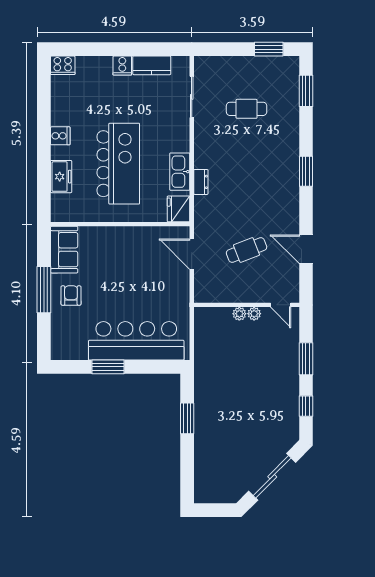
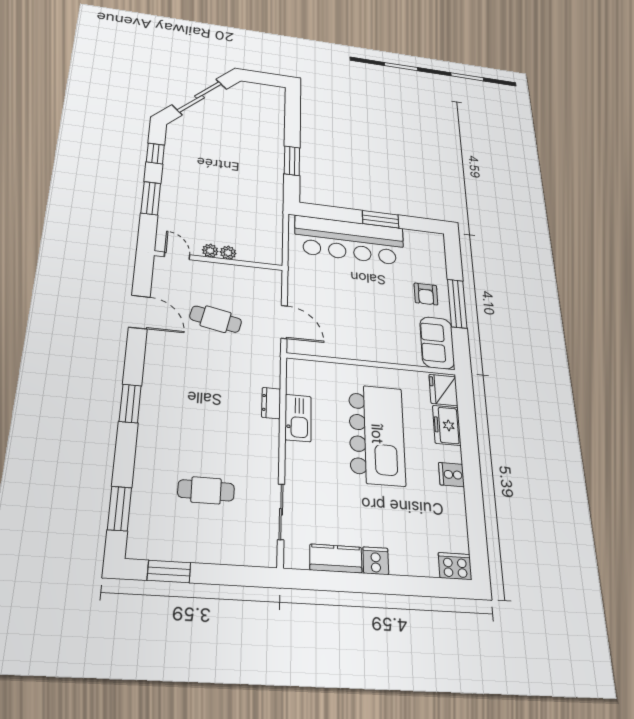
kitchen island: (118, 164) -> (377, 434), turned 180
fridge: (179, 209) -> (443, 390), moved, turned 180
cafe table: (247, 250) -> (216, 319), turned 33

